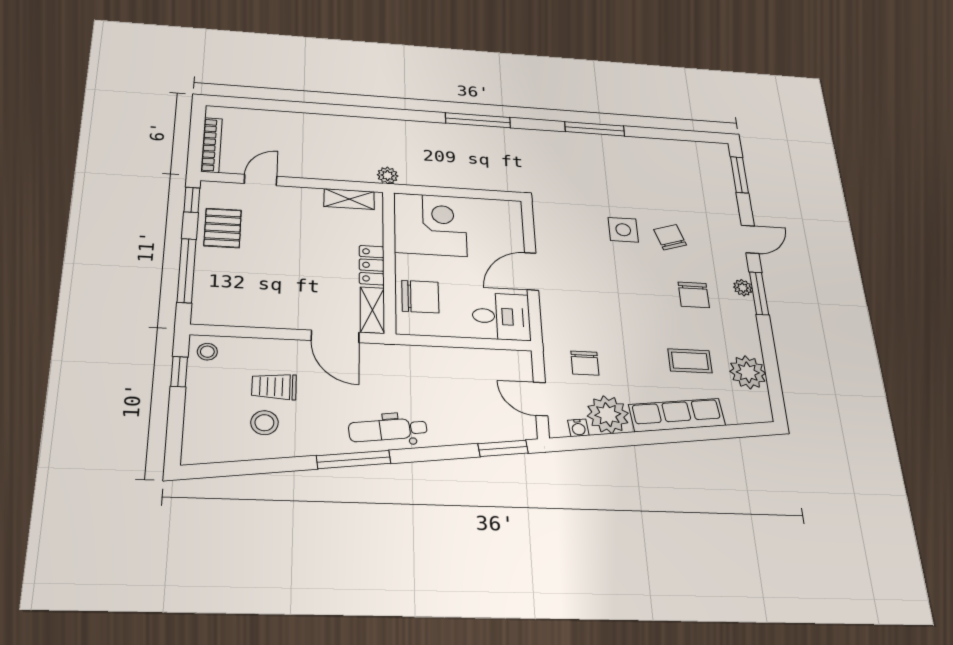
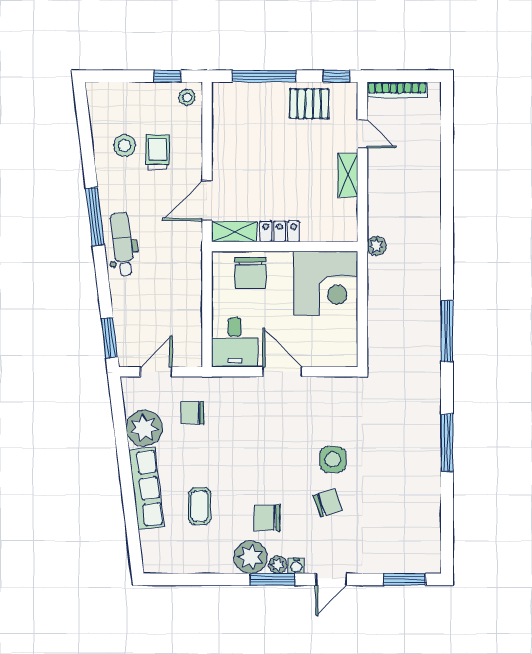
shelving: (349, 199) -> (348, 175), moved
door: (750, 239) -> (331, 579), hinge flipped
plant: (748, 372) -> (251, 557), moved
water cooler: (578, 428) -> (296, 566), moved, turned -83

